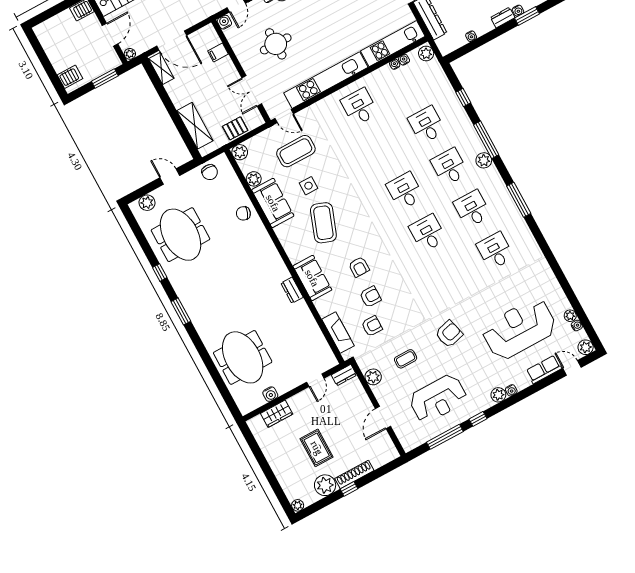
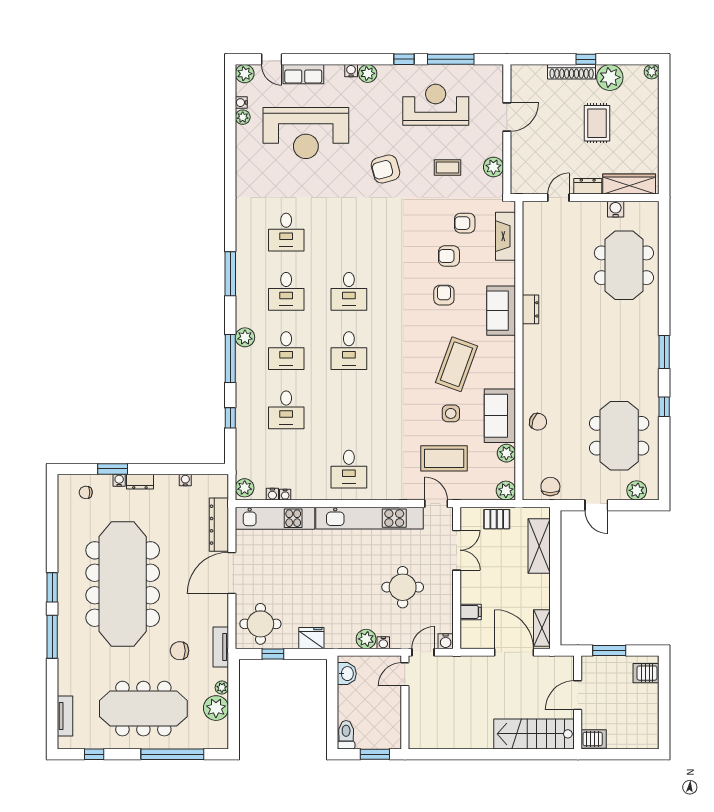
plant: (130, 54) -> (567, 663), removed
dresser: (344, 375) -> (588, 186), moved
wardrobe: (277, 414) -> (629, 184), width x1.50

